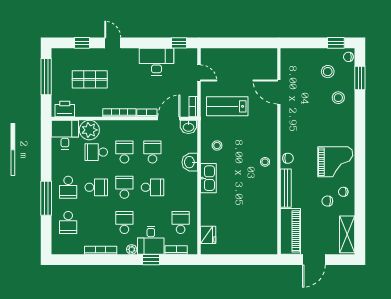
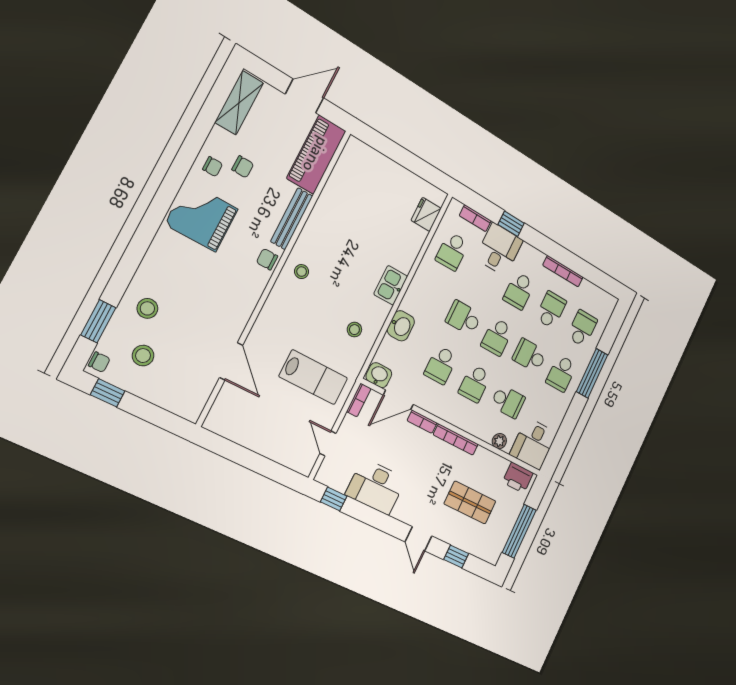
plant: (89, 130) -> (499, 441), width x0.53, depth x0.53
kitchen sink: (208, 178) -> (391, 285), width x0.73
school desk: (68, 187) -> (561, 373), turned 180
school desk: (96, 222) -> (551, 310), added
plant: (132, 249) -> (527, 251), removed

